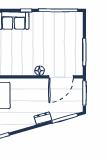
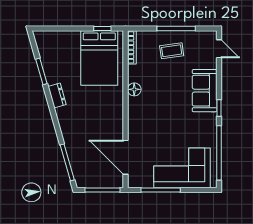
corner sofa: (69, 37) -> (182, 168), added
floor lamp: (40, 71) -> (134, 89), moved
dresser: (43, 118) -> (57, 95), moved

